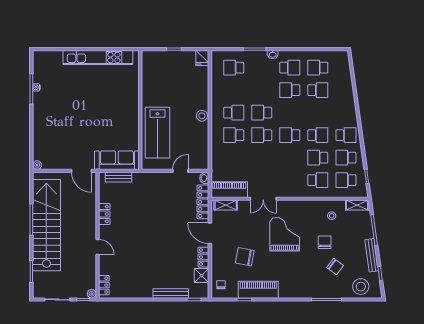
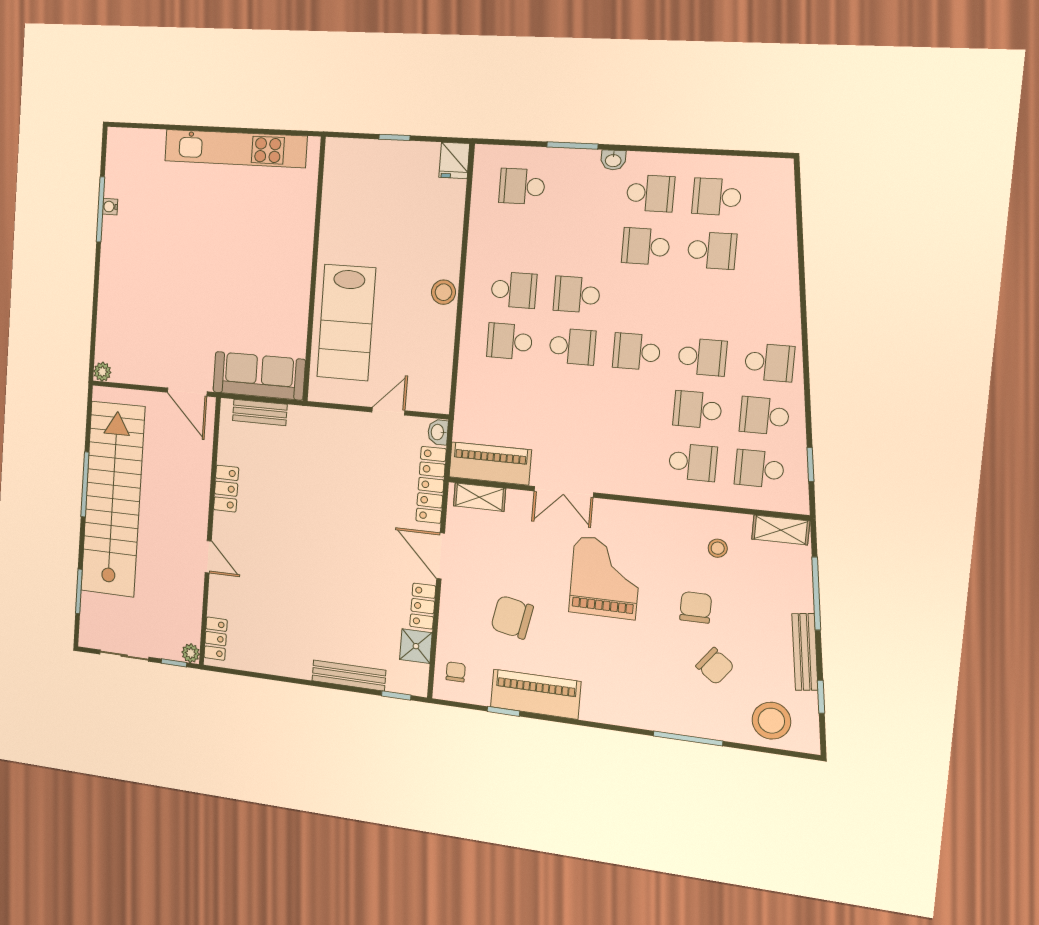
school desk: (262, 135) -> (572, 346), turned 180

